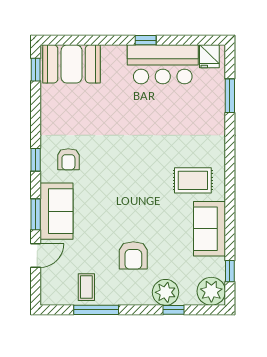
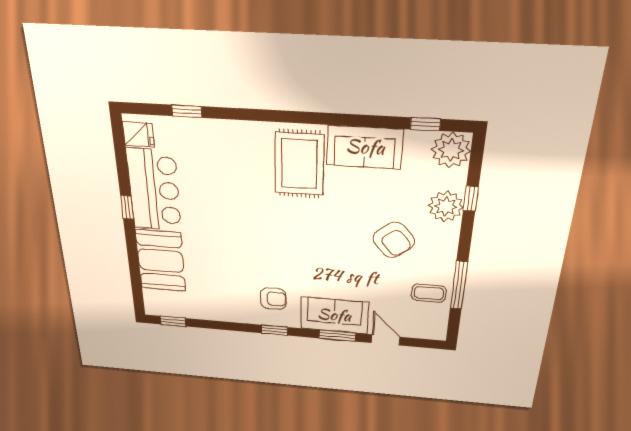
booth: (72, 64) -> (161, 261), moved
window: (230, 96) -> (187, 111), width x0.67
rug: (193, 180) -> (299, 164), width x1.36, depth x1.43
armchair: (133, 255) -> (394, 240), turned 50

